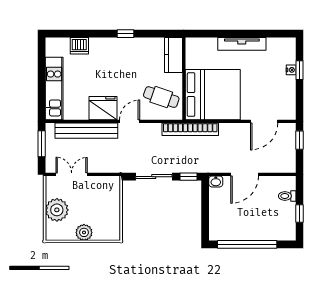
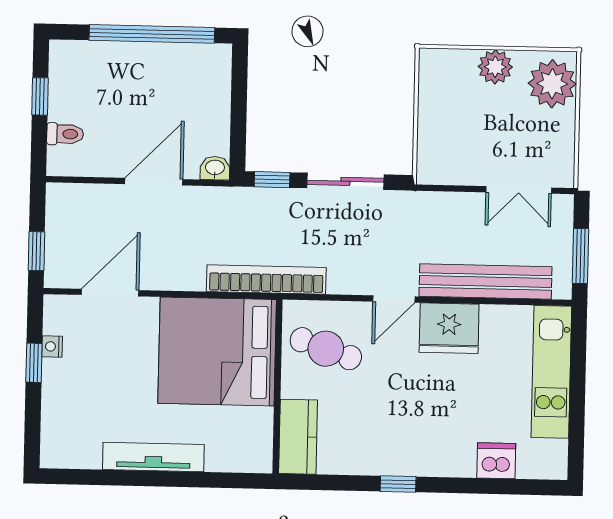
nightstand: (291, 70) -> (52, 346), moved
window: (299, 70) -> (34, 363), moved
plant: (57, 210) -> (552, 84), moved

